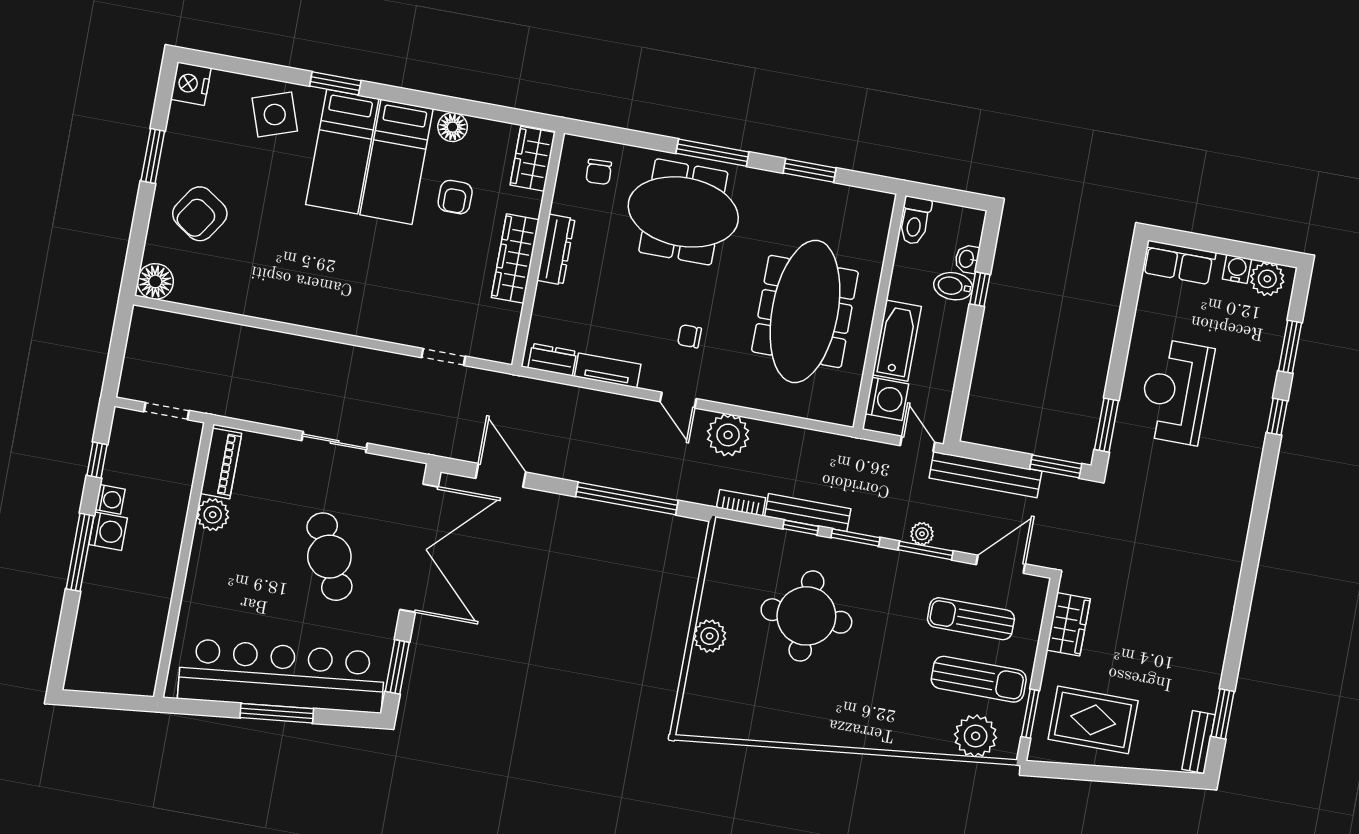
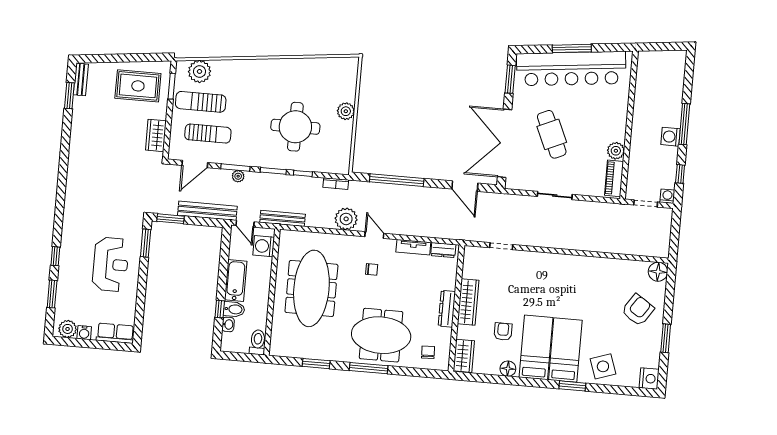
bathtub: (897, 341) -> (236, 281), moved, turned 180
washing machine: (110, 499) -> (667, 196), moved, turned 90
bench: (808, 513) -> (283, 218), moved

